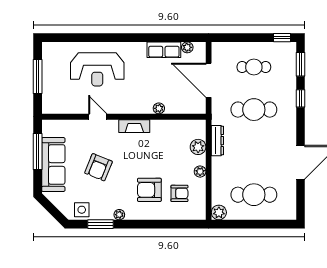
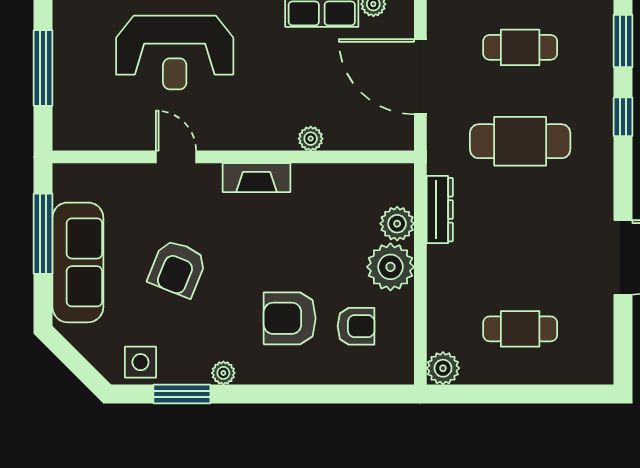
plant: (200, 172) -> (390, 267), width x1.88, depth x1.88
cafe table: (254, 195) -> (520, 329), width x0.73, depth x0.74

